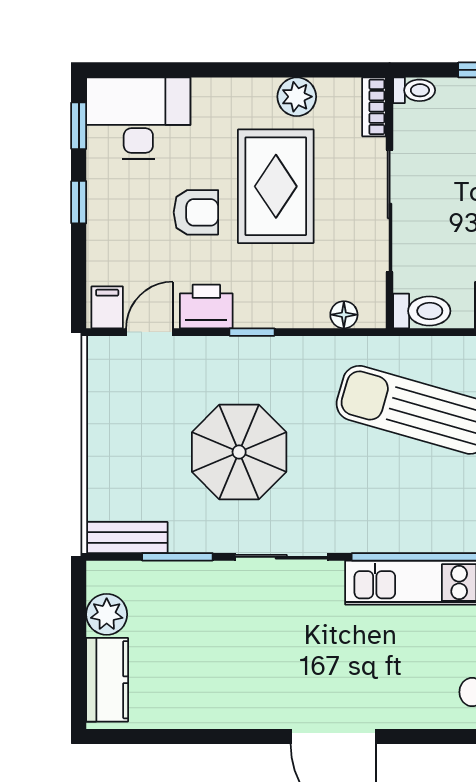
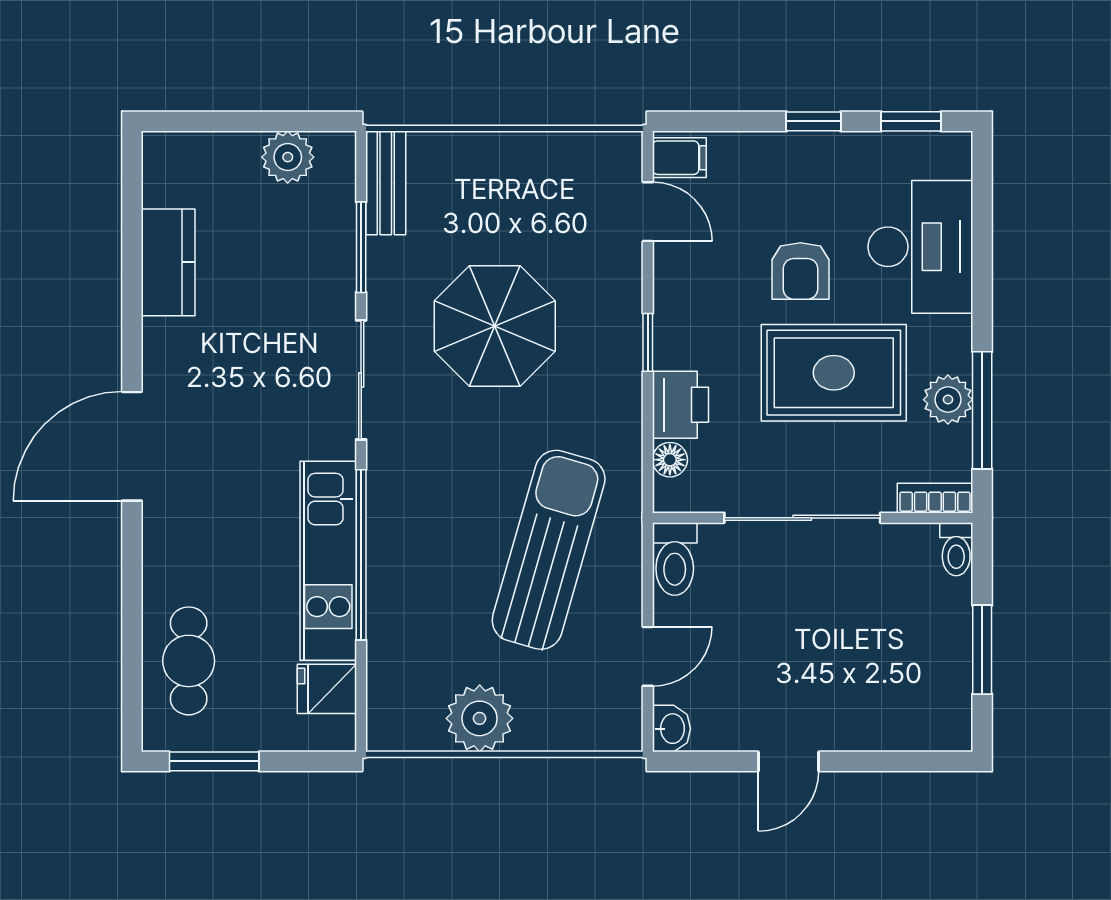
window: (305, 70) -> (982, 410), added
desk: (138, 118) -> (920, 247), moved
printer: (206, 306) -> (680, 405), moved
kitchen counter: (107, 680) -> (168, 262), moved, turned -90

